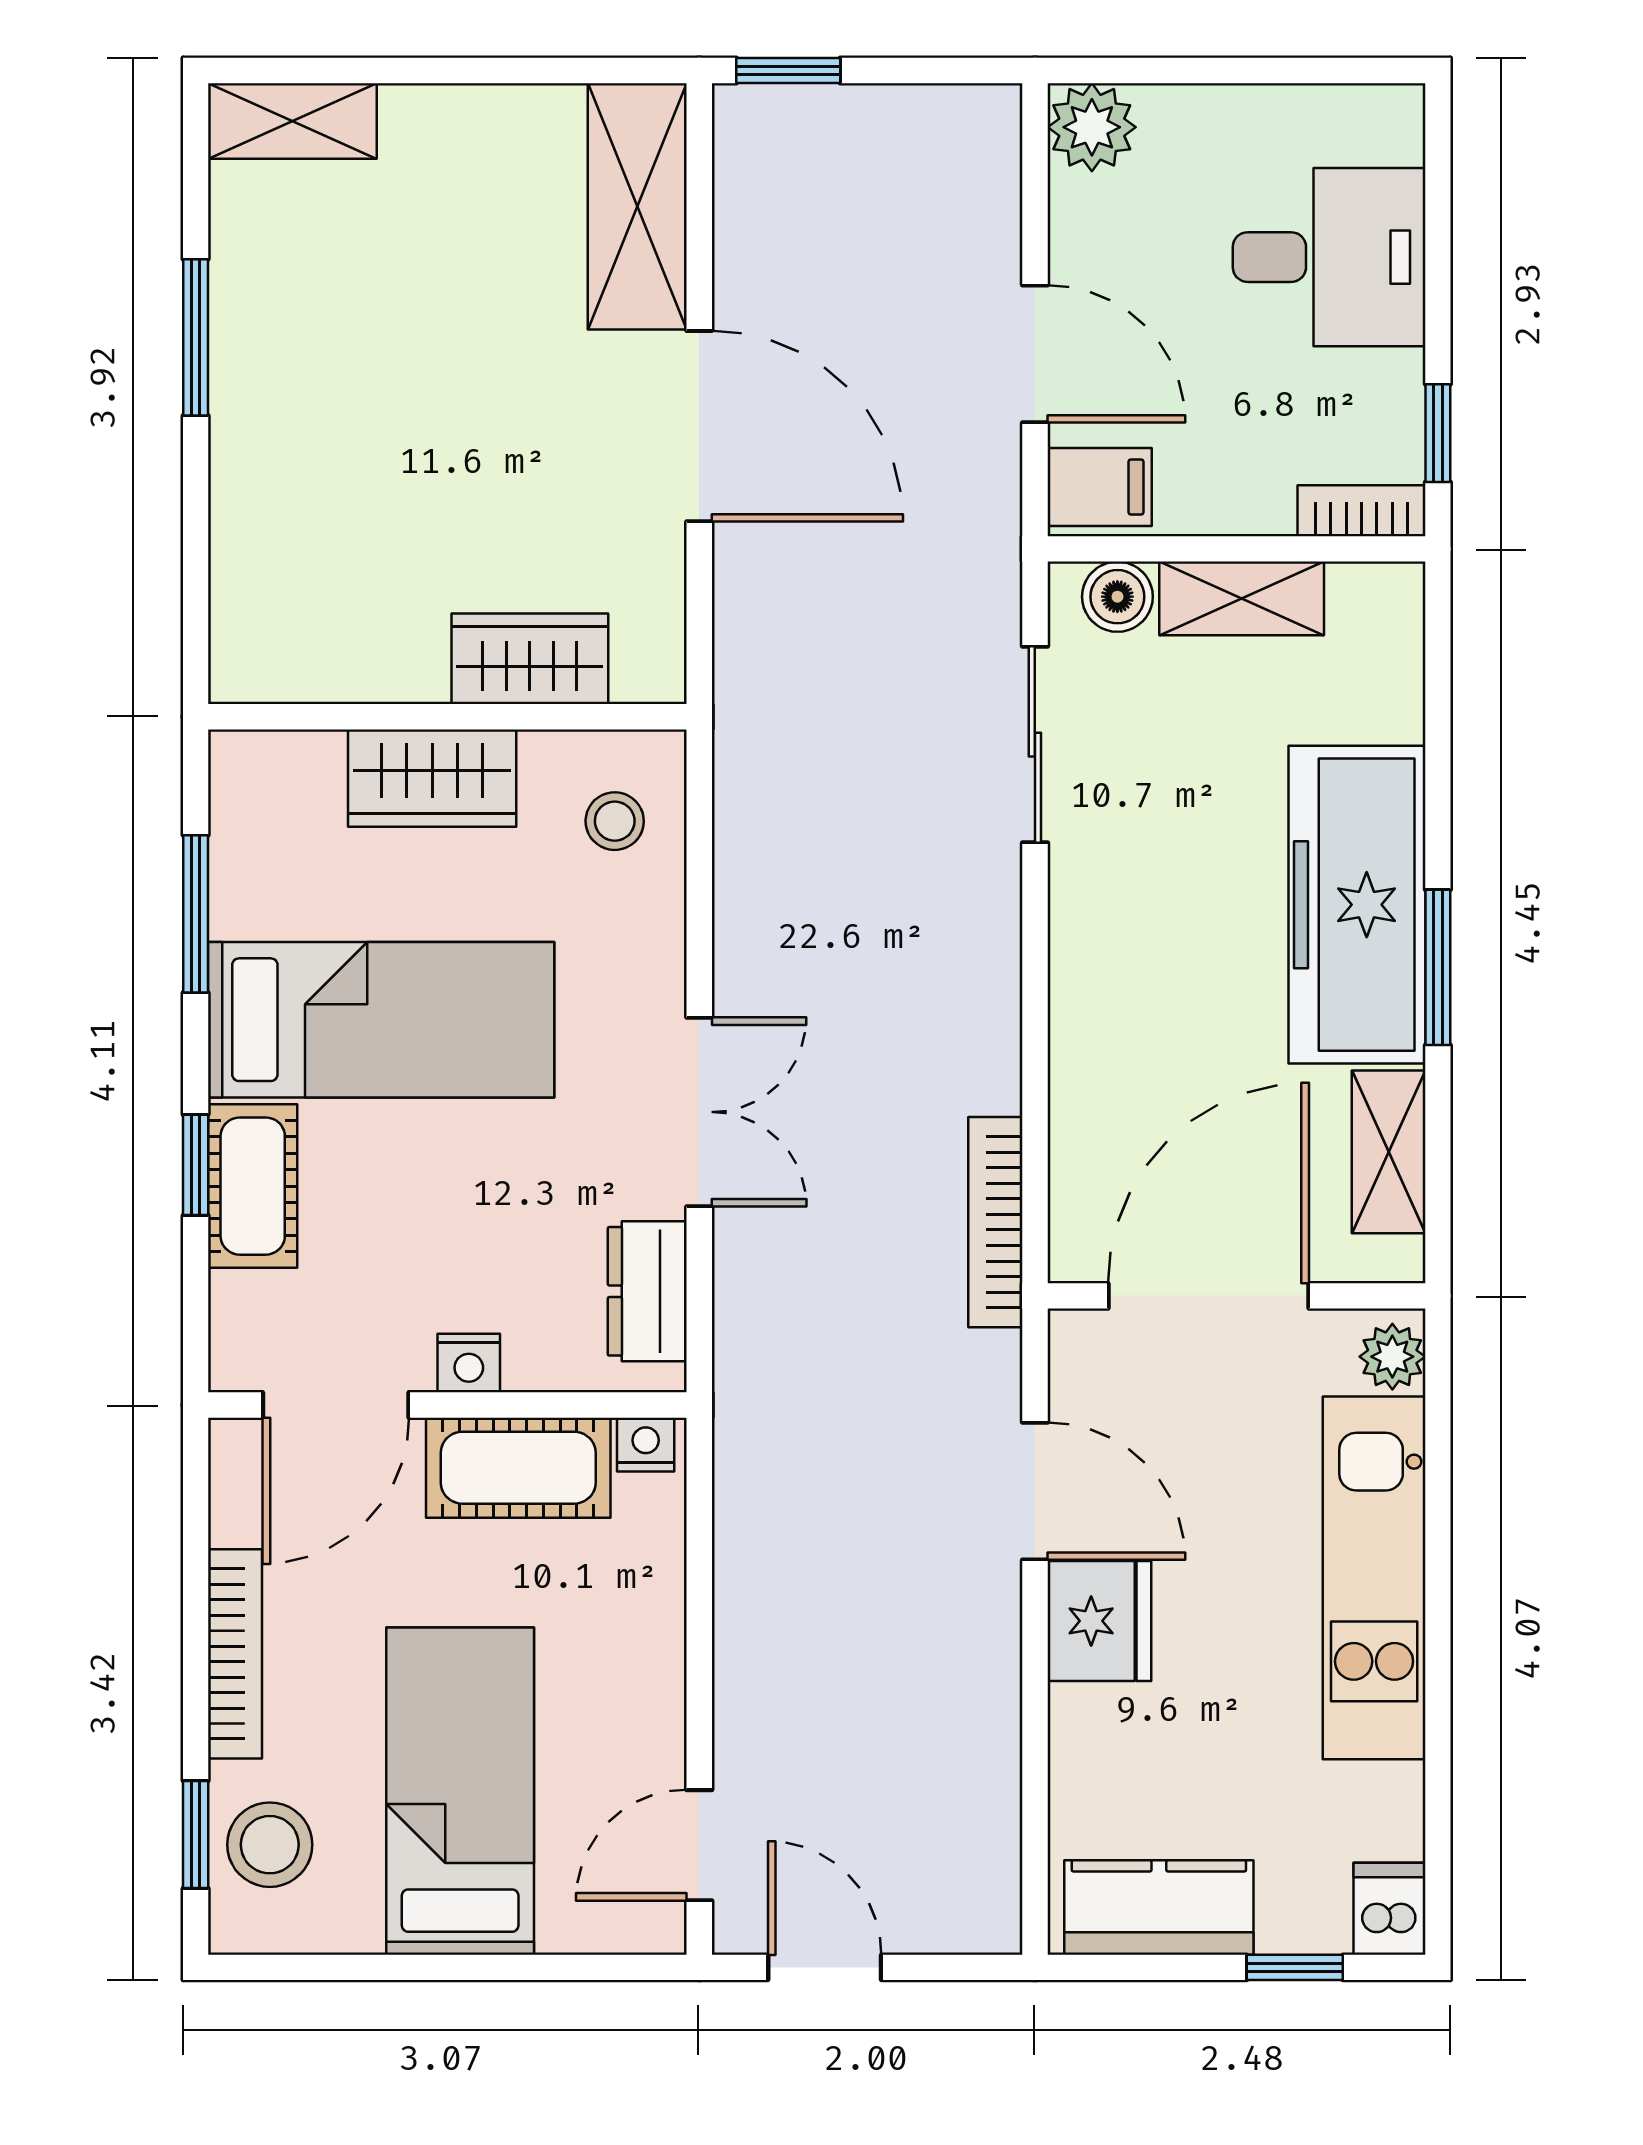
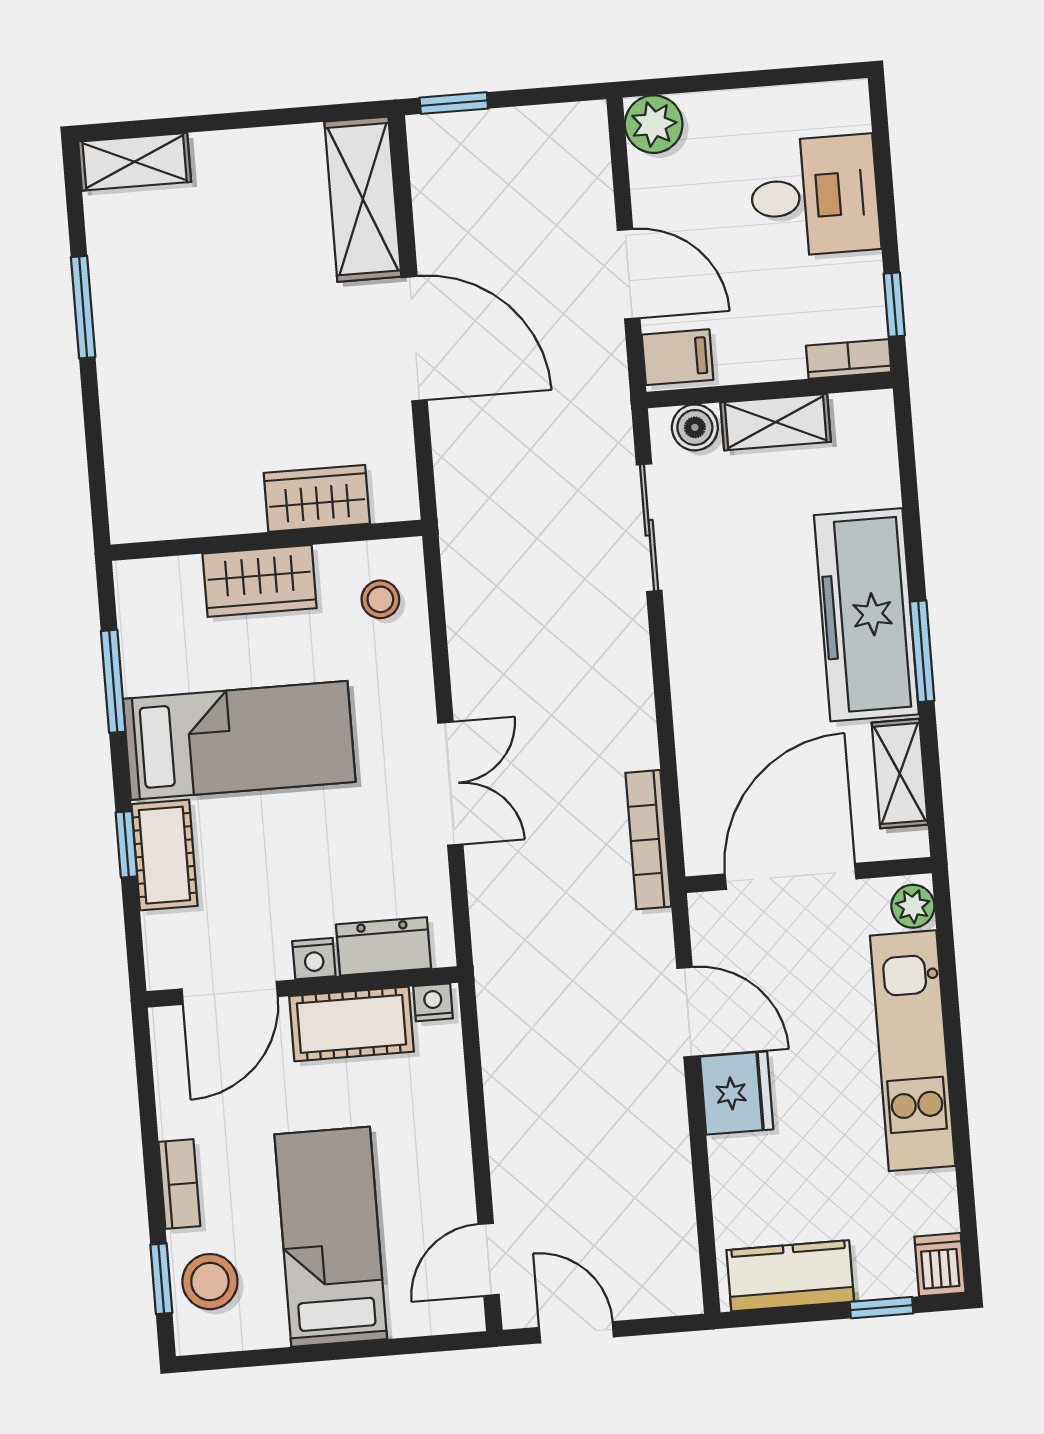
dresser: (647, 1291) -> (383, 946), moved, turned 90
bookcase: (235, 1654) -> (179, 1184), width x0.64

